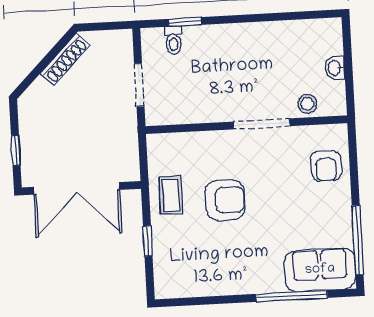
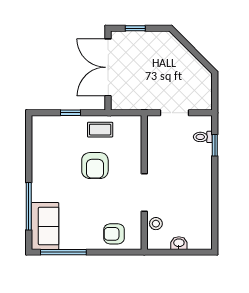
shoe rack: (65, 59) -> (194, 64), removed

